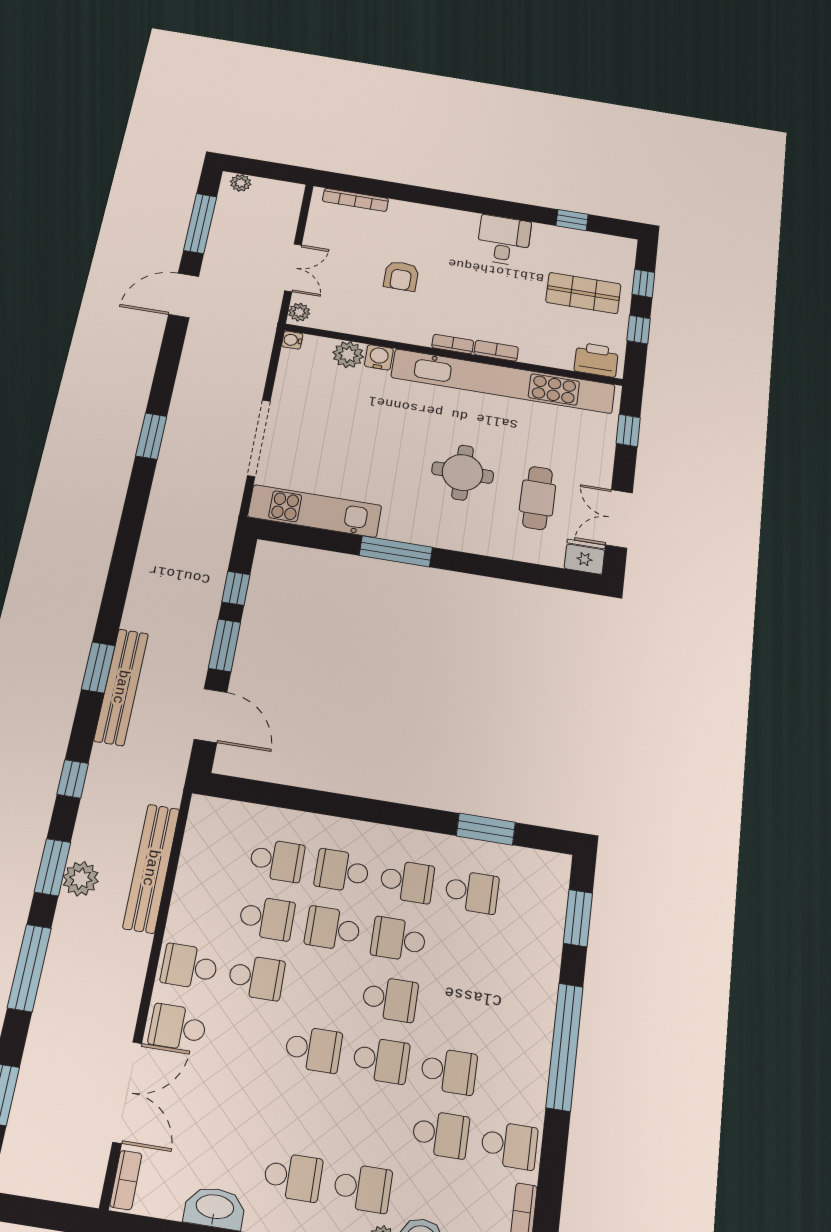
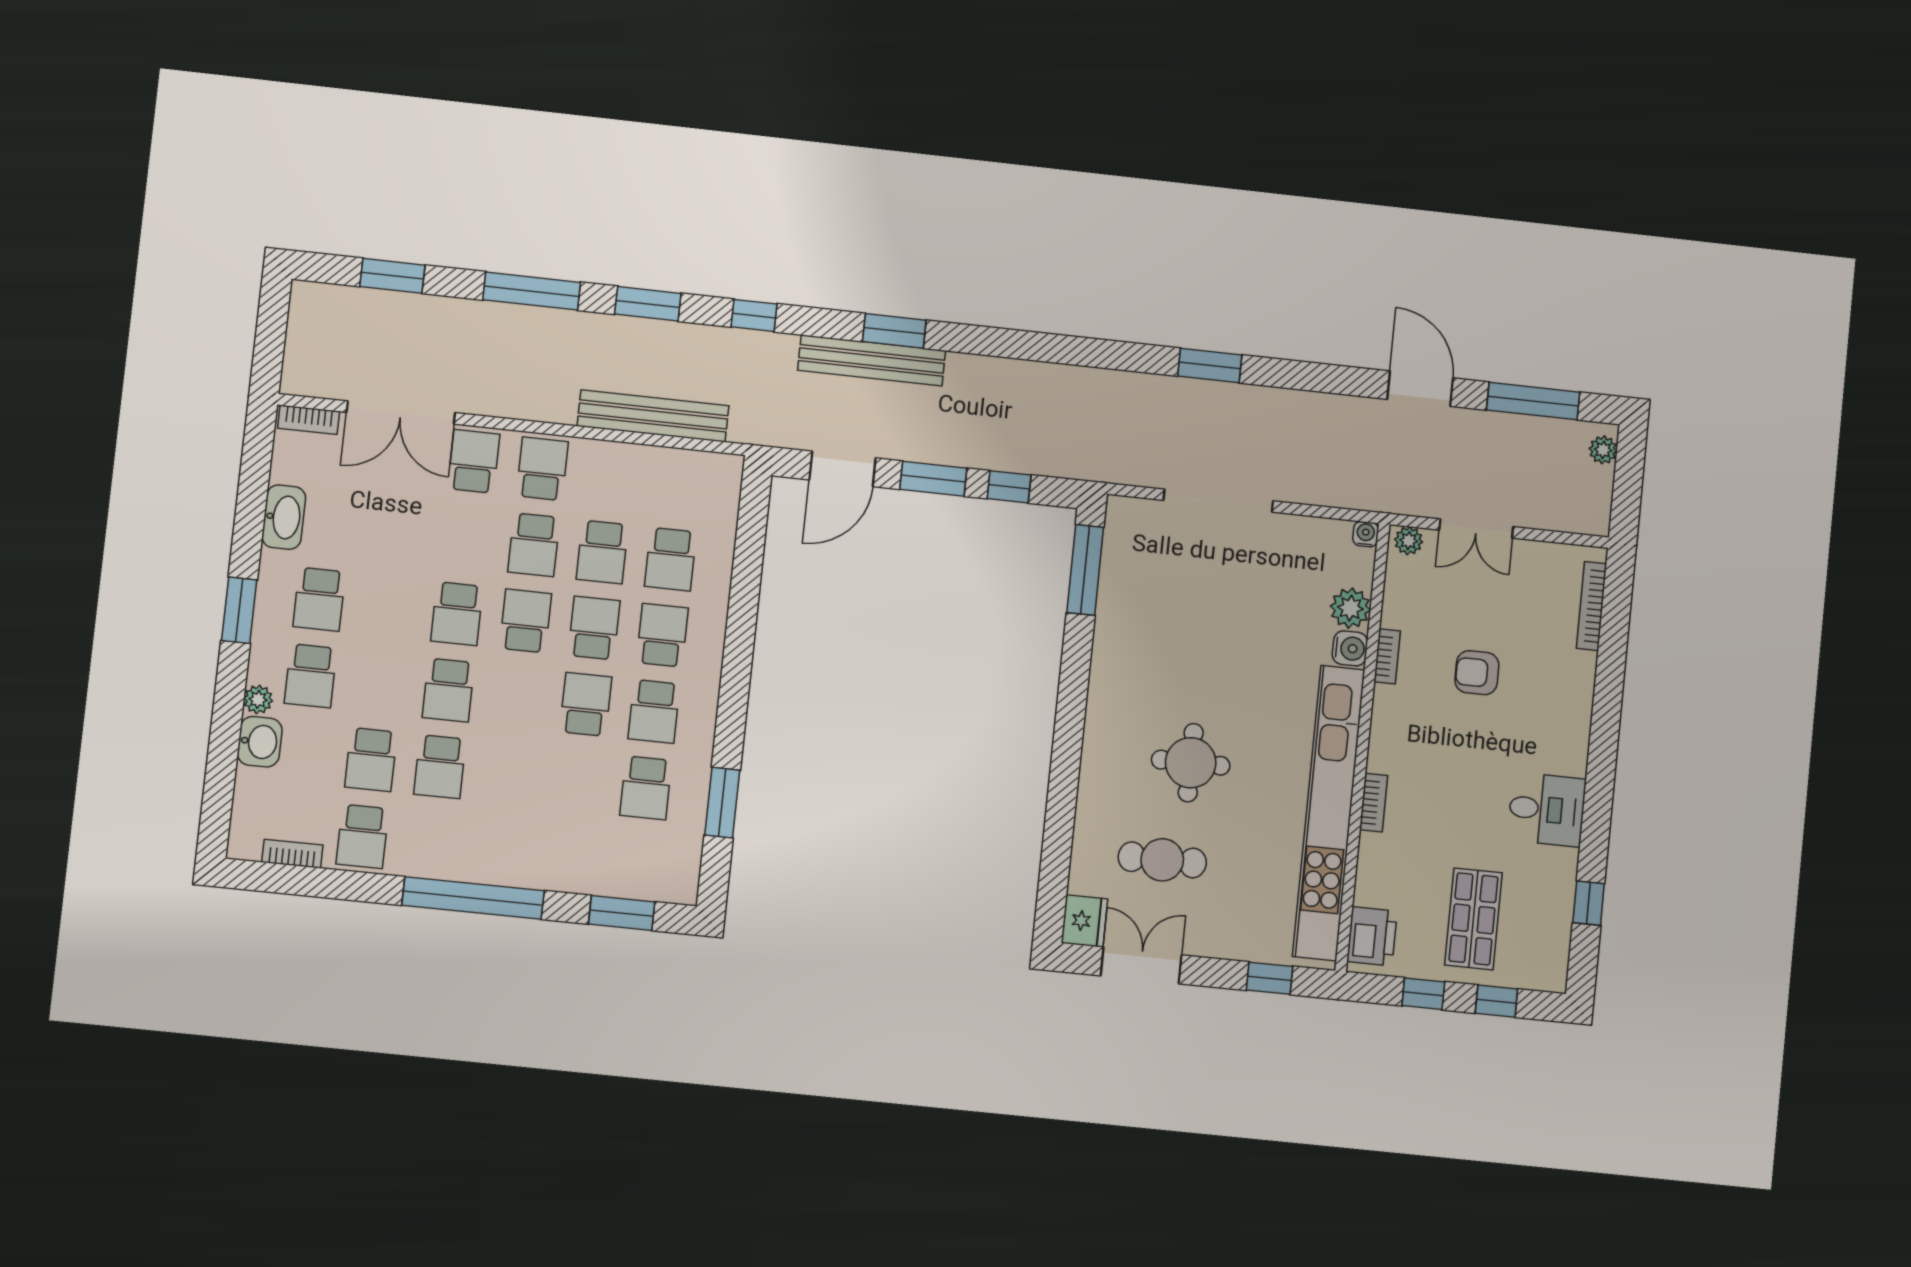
bookcase: (453, 344) -> (1387, 656), moved
kitchen unit: (315, 511) -> (1121, 577), removed
window: (396, 551) -> (1085, 570), moved
plant: (81, 879) -> (636, 337), removed
school desk: (390, 999) -> (525, 621), moved, turned 180

